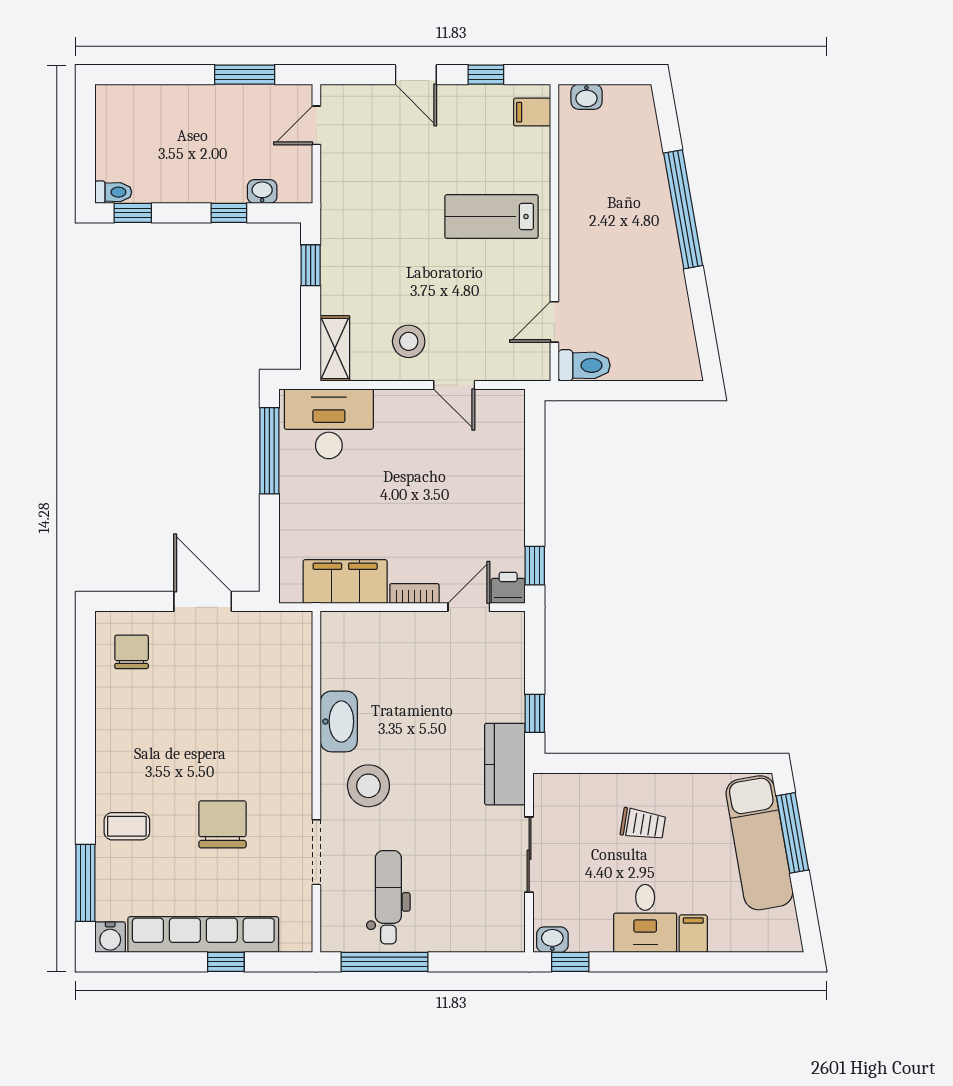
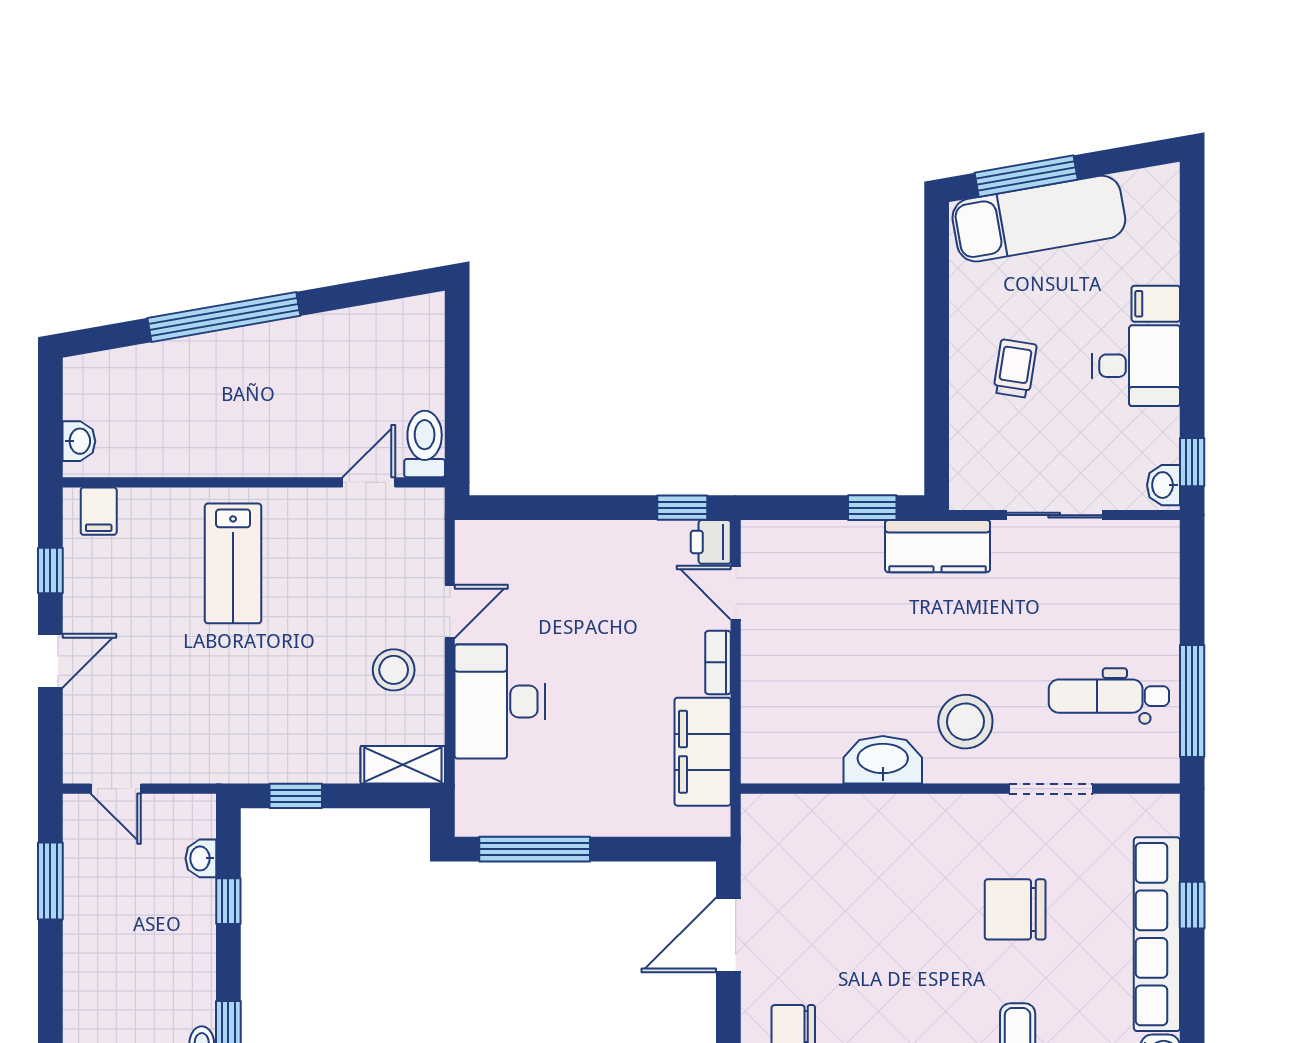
door: (554, 322) -> (369, 482), swing flipped
desk: (329, 424) -> (500, 702), moved

